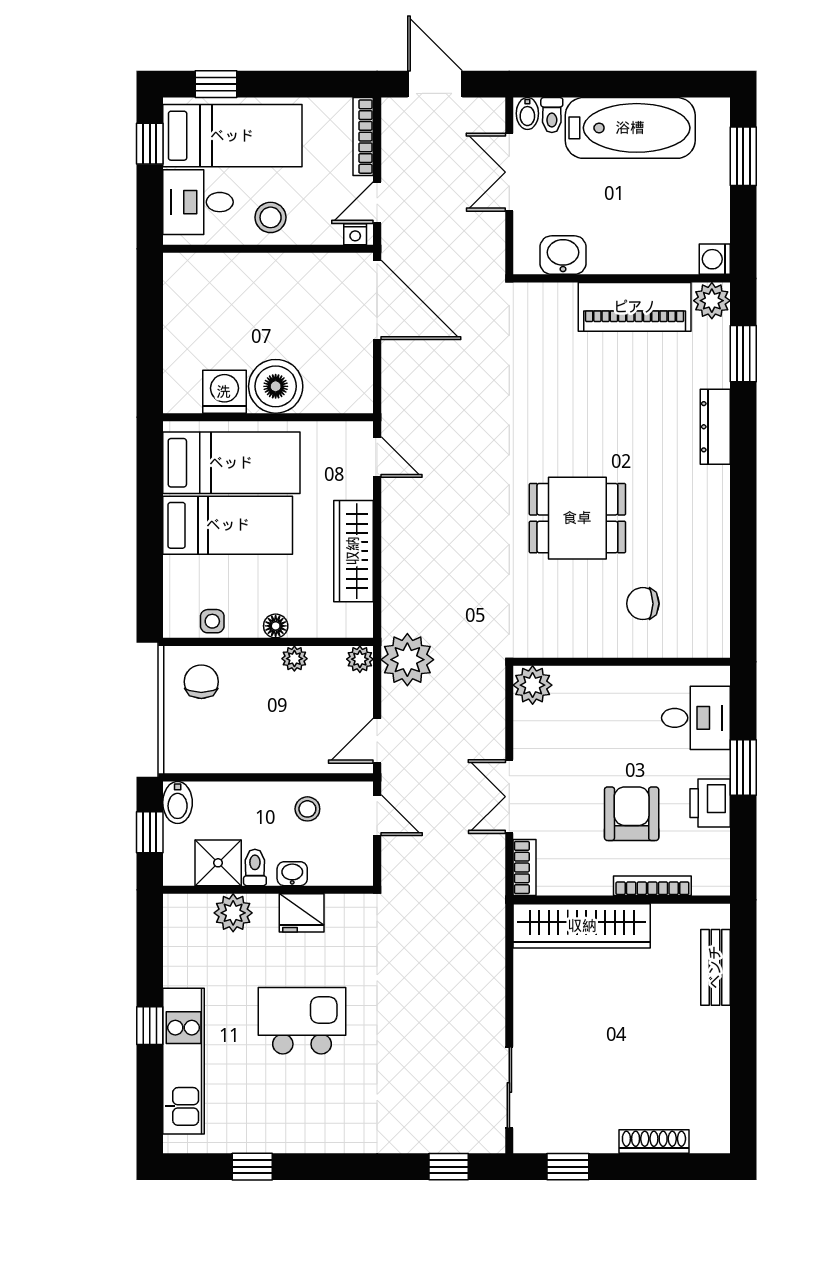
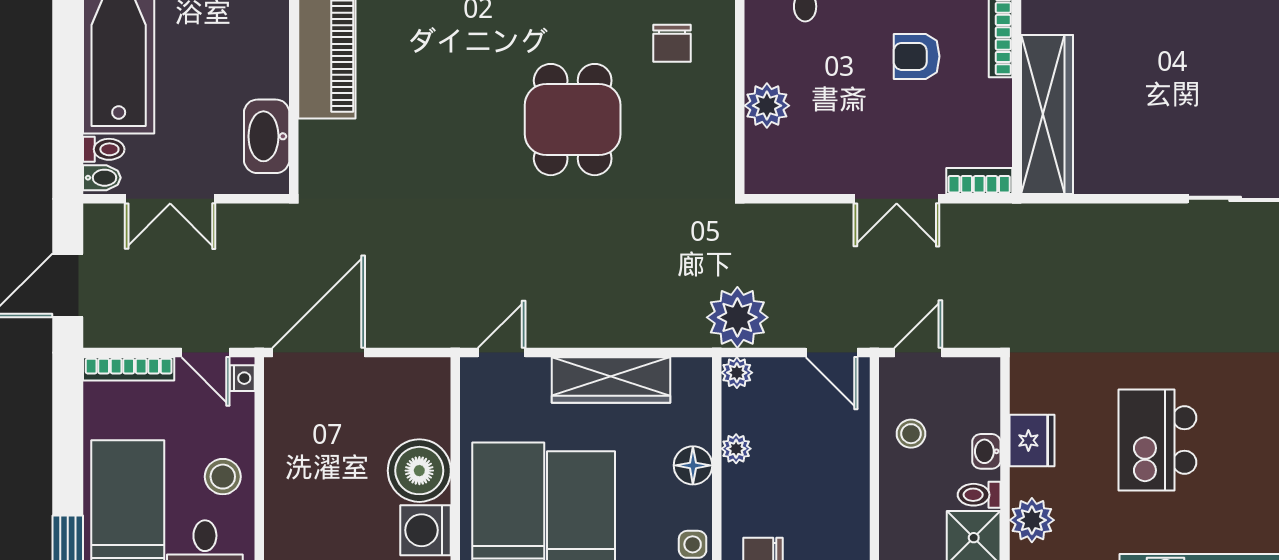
washbasin: (563, 255) -> (267, 136), width x1.38
floor lamp: (276, 626) -> (693, 465), width x1.37, depth x1.37
plant: (533, 685) -> (767, 106), moved
armchair: (632, 814) -> (917, 56), width x0.72, depth x0.72

